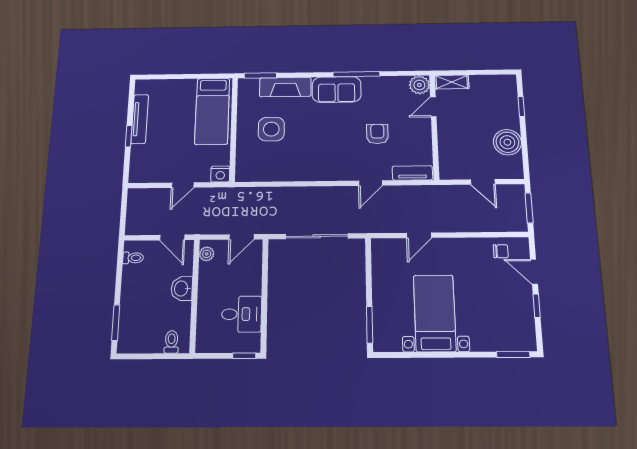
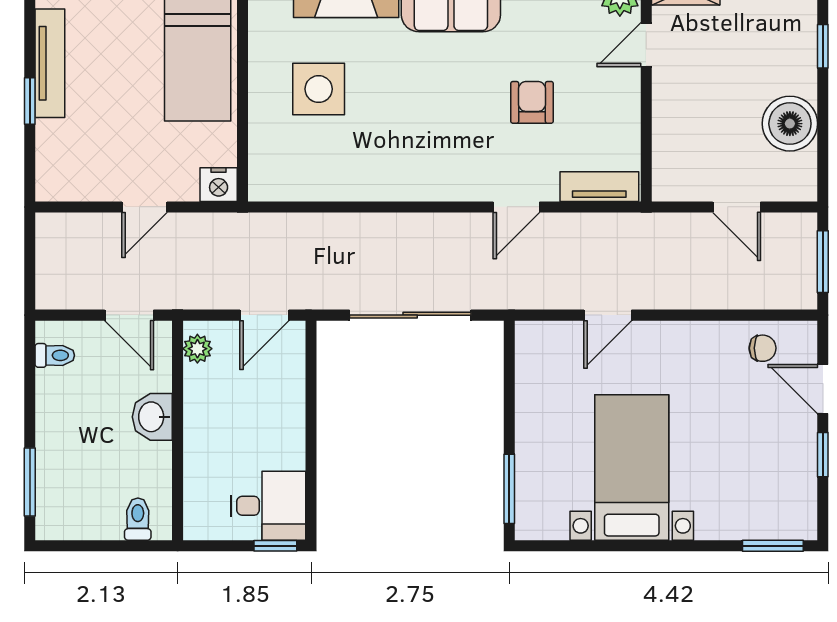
desk: (242, 314) -> (268, 506), moved

